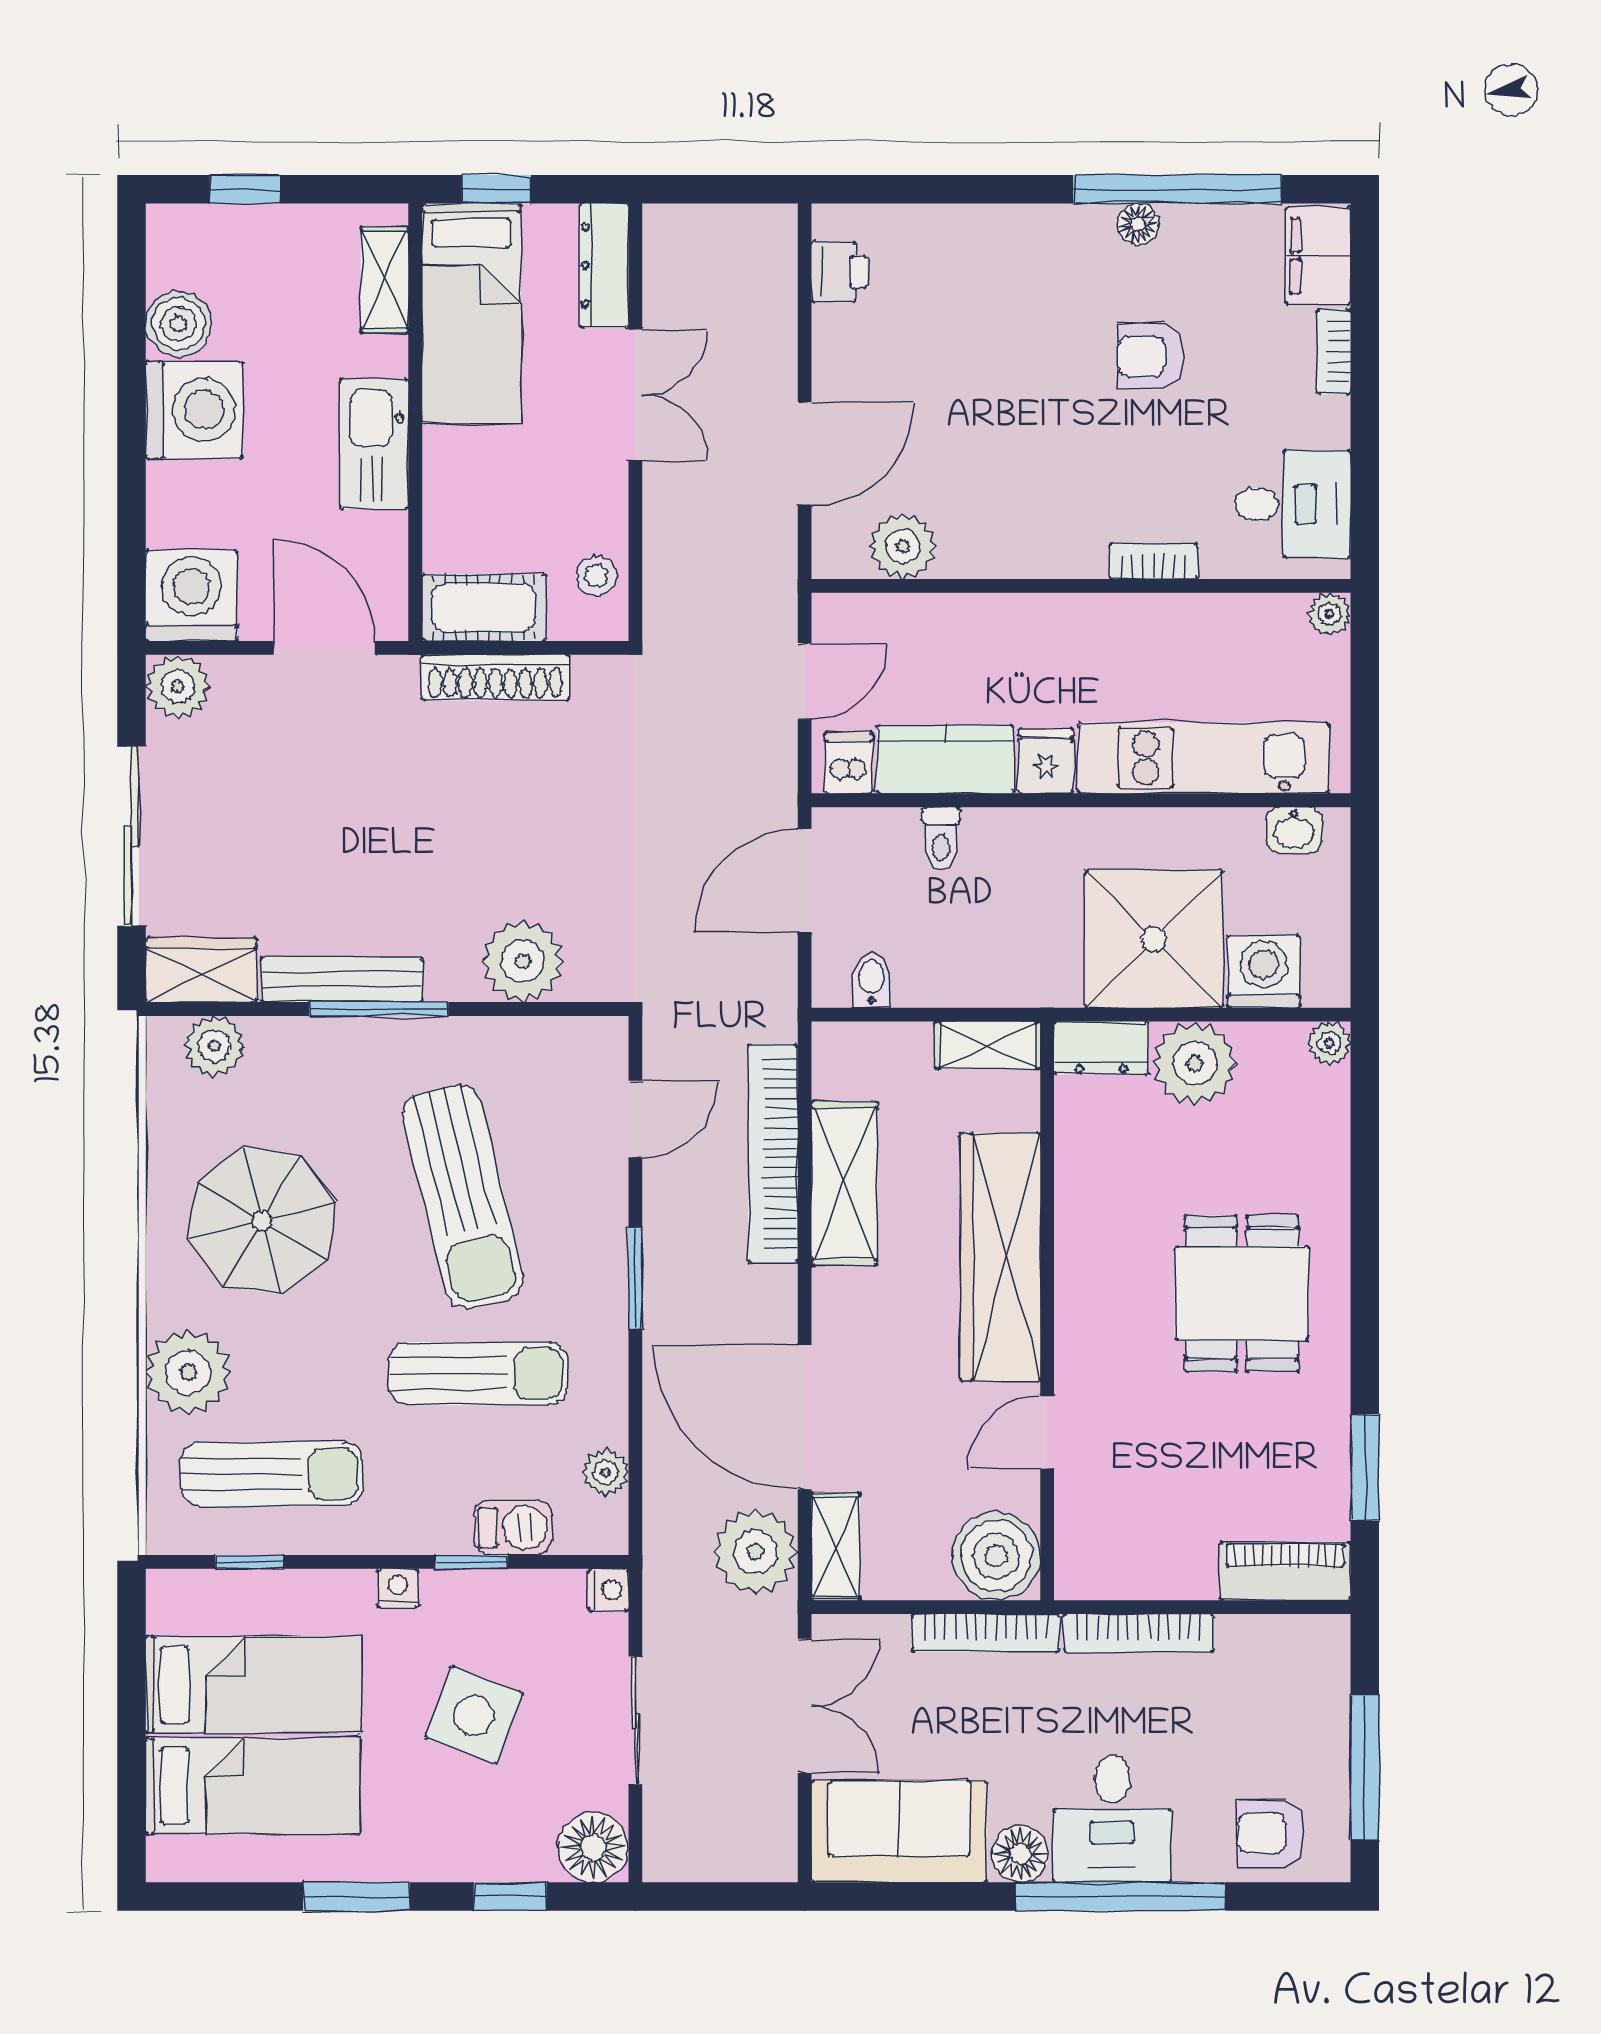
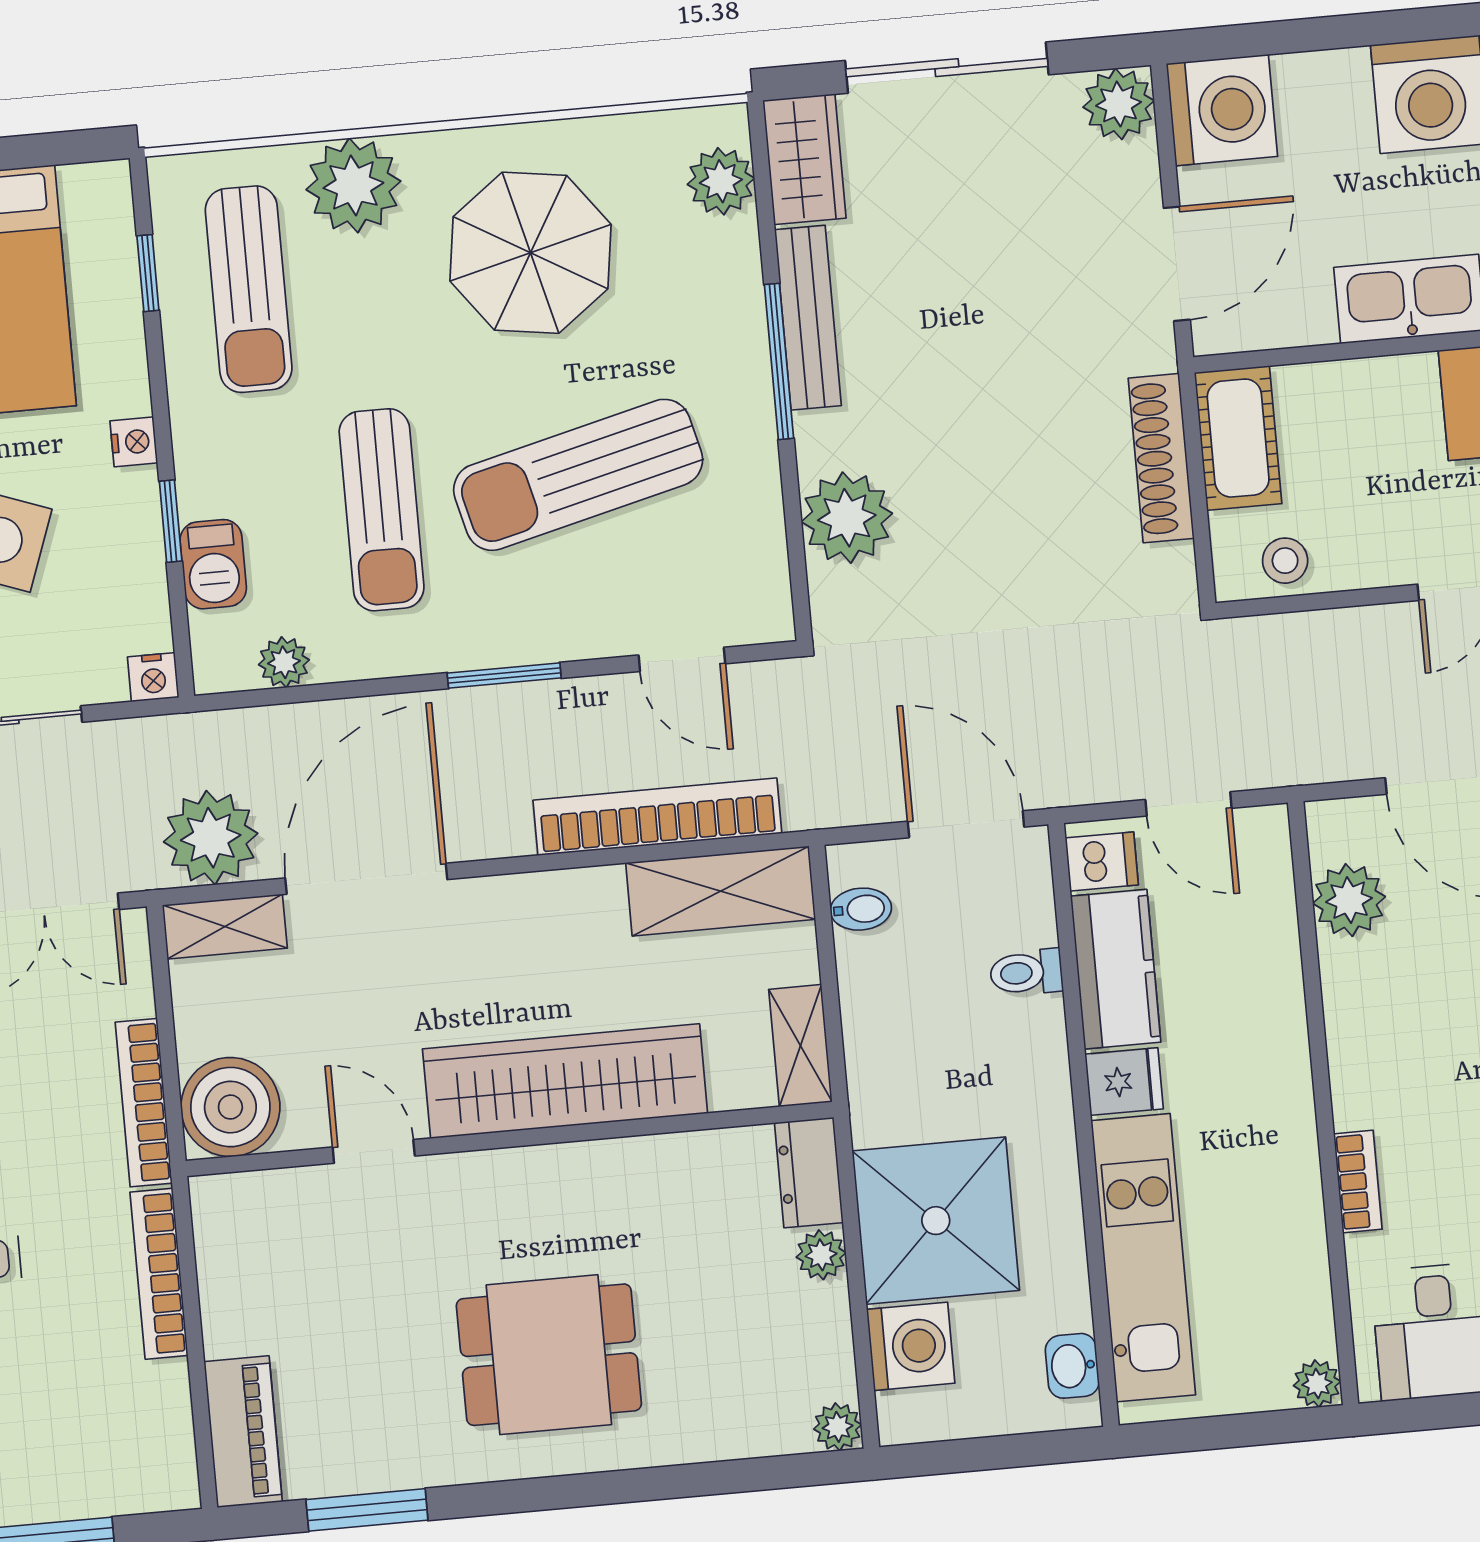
plant: (1195, 1063) -> (821, 1255), width x0.53, depth x0.53
shelving: (844, 1184) -> (721, 891), moved

